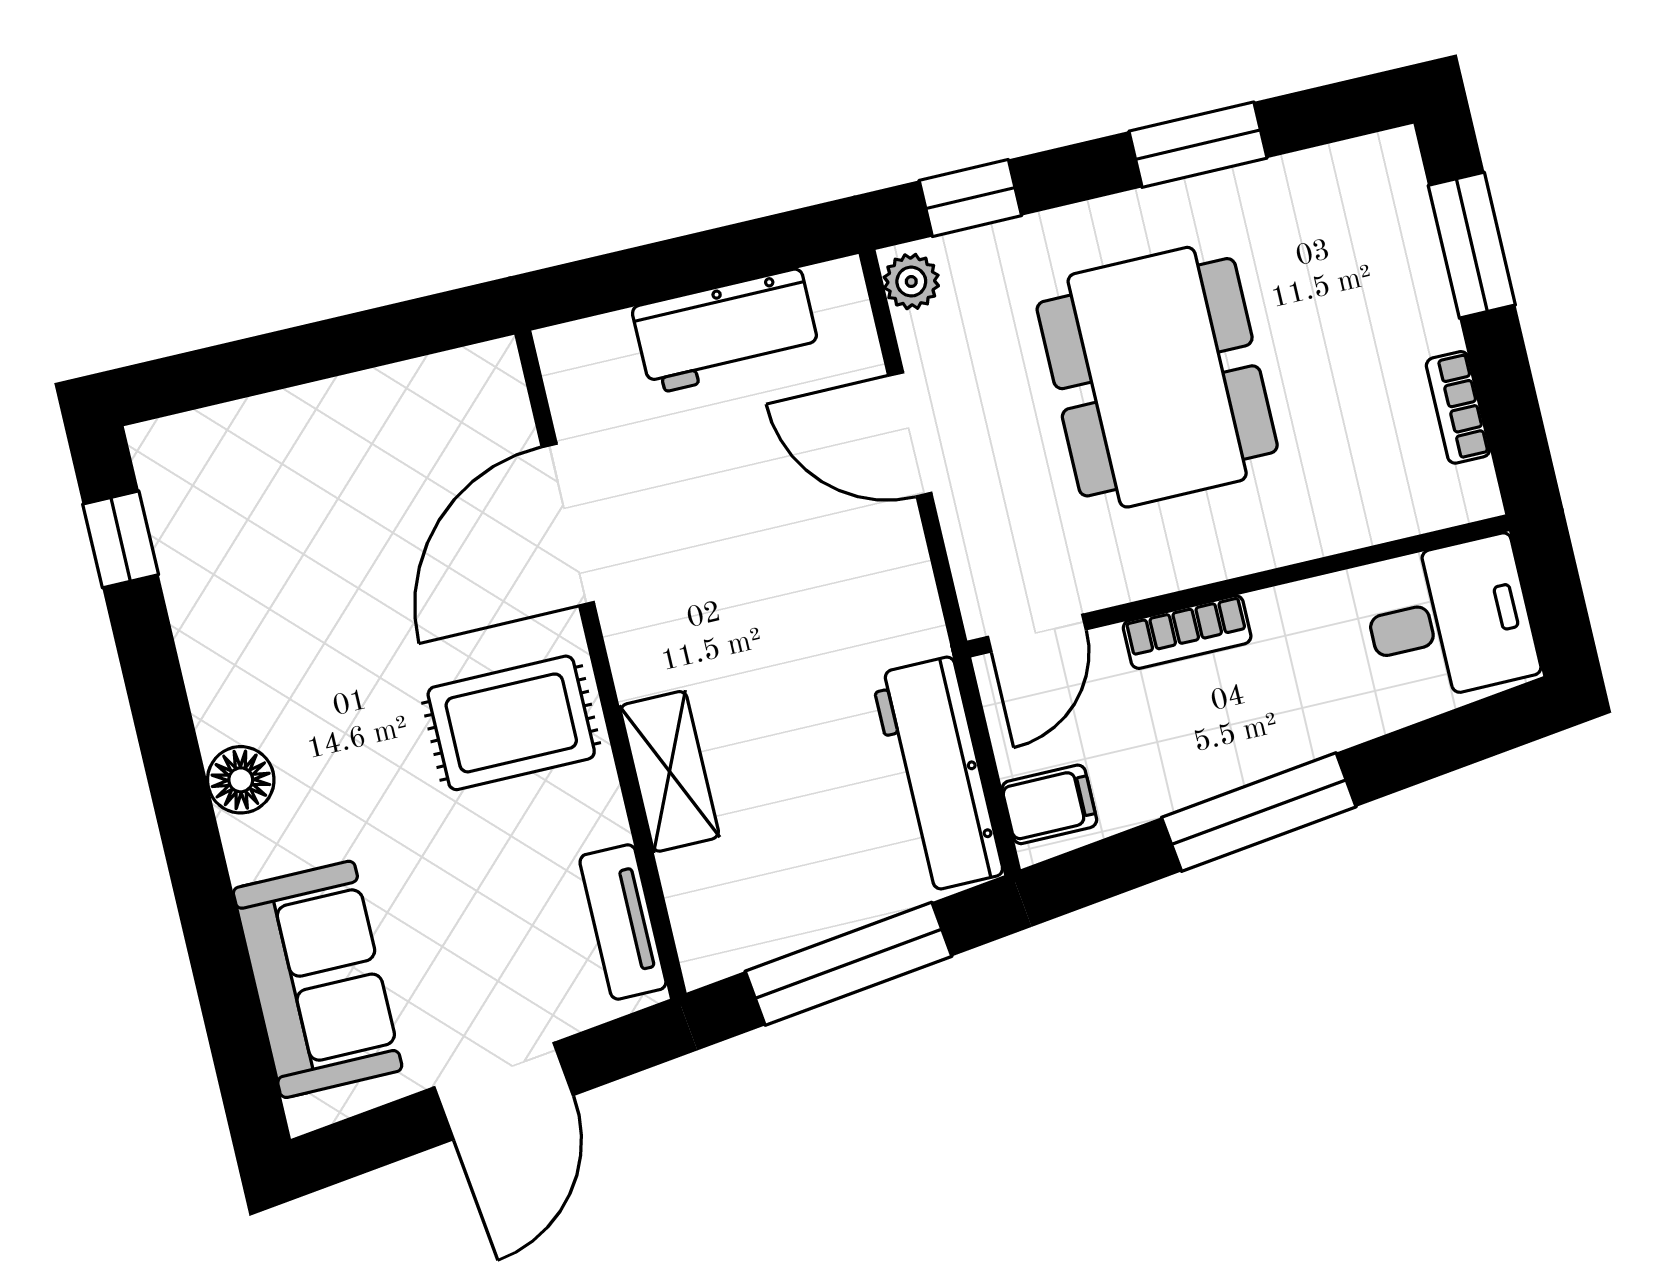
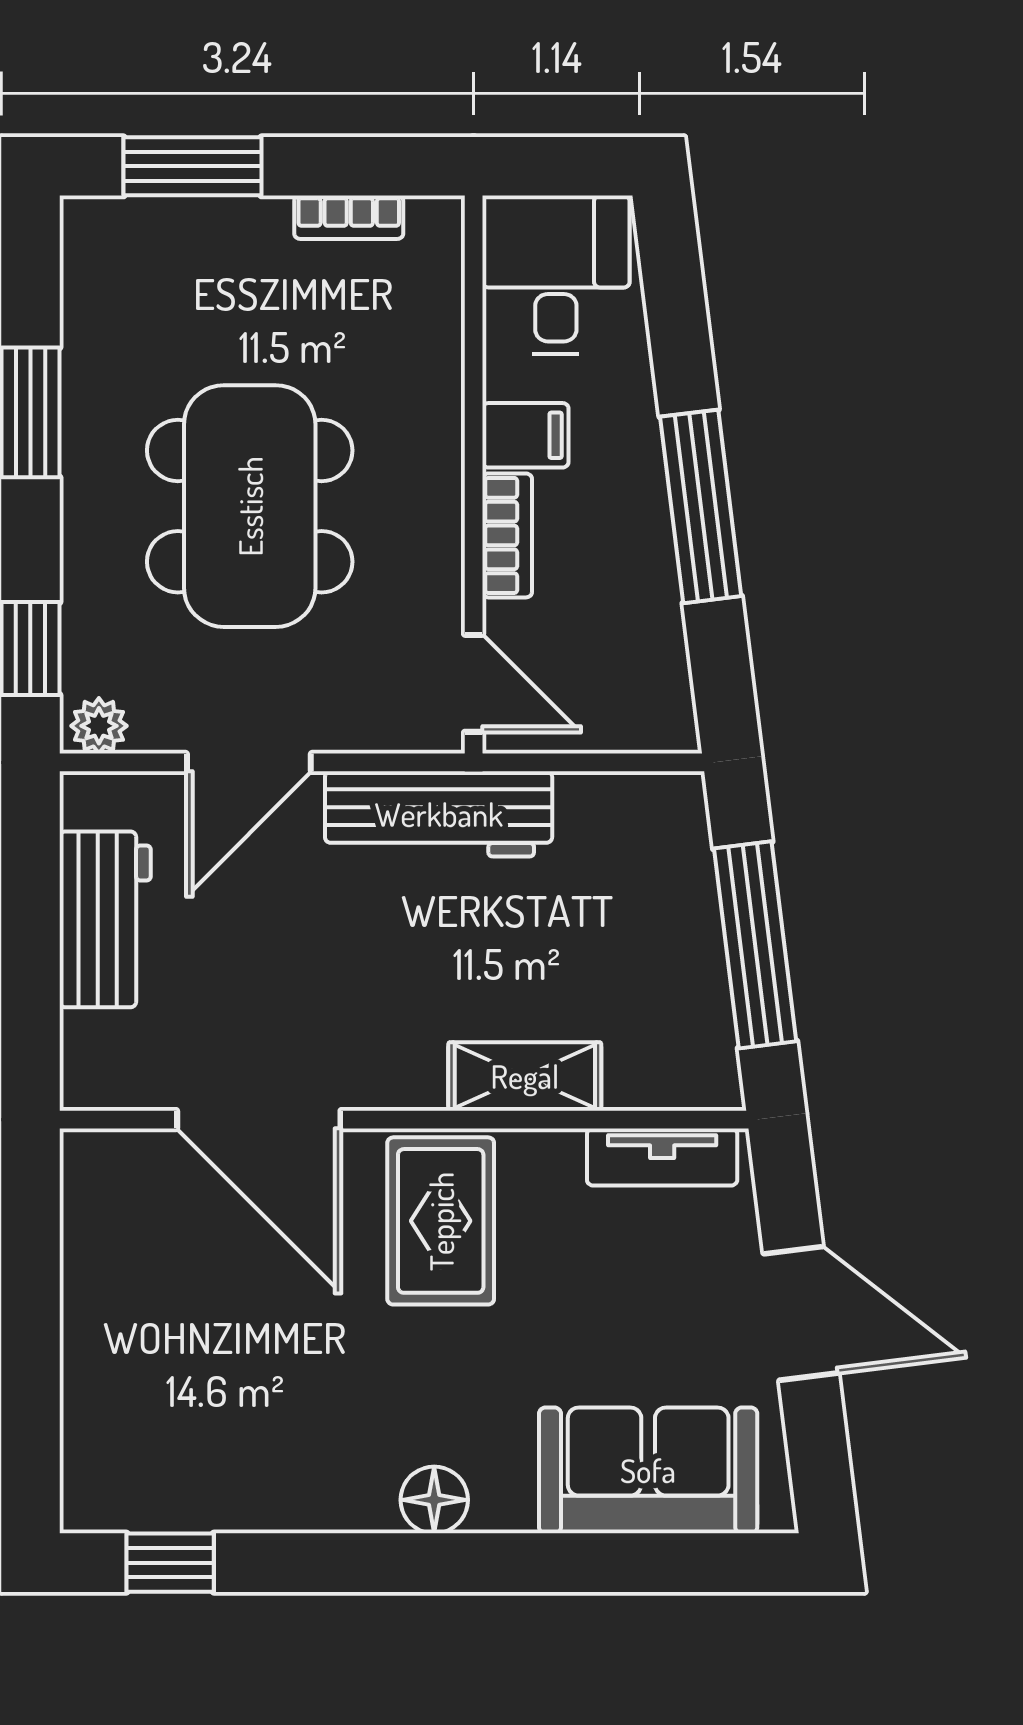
dining table: (1157, 377) -> (250, 506), turned 90
workbench: (937, 775) -> (439, 814), moved
filing cabinet: (1049, 804) -> (525, 435), moved, turned 90

